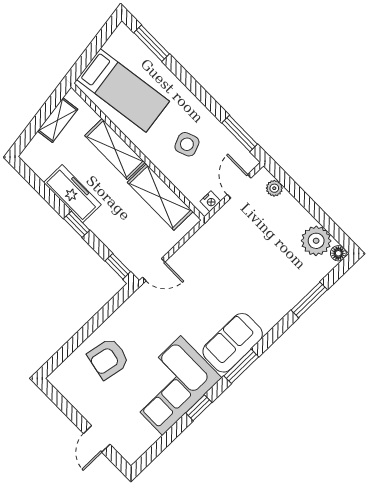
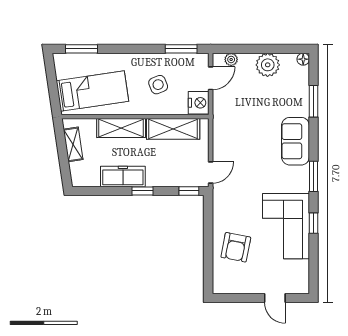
door: (239, 186) -> (211, 78), swing flipped
nightstand: (210, 201) -> (199, 103), width x1.89, depth x1.79
plant: (316, 241) -> (268, 65), moved
sofa: (233, 343) -> (295, 141), moved

